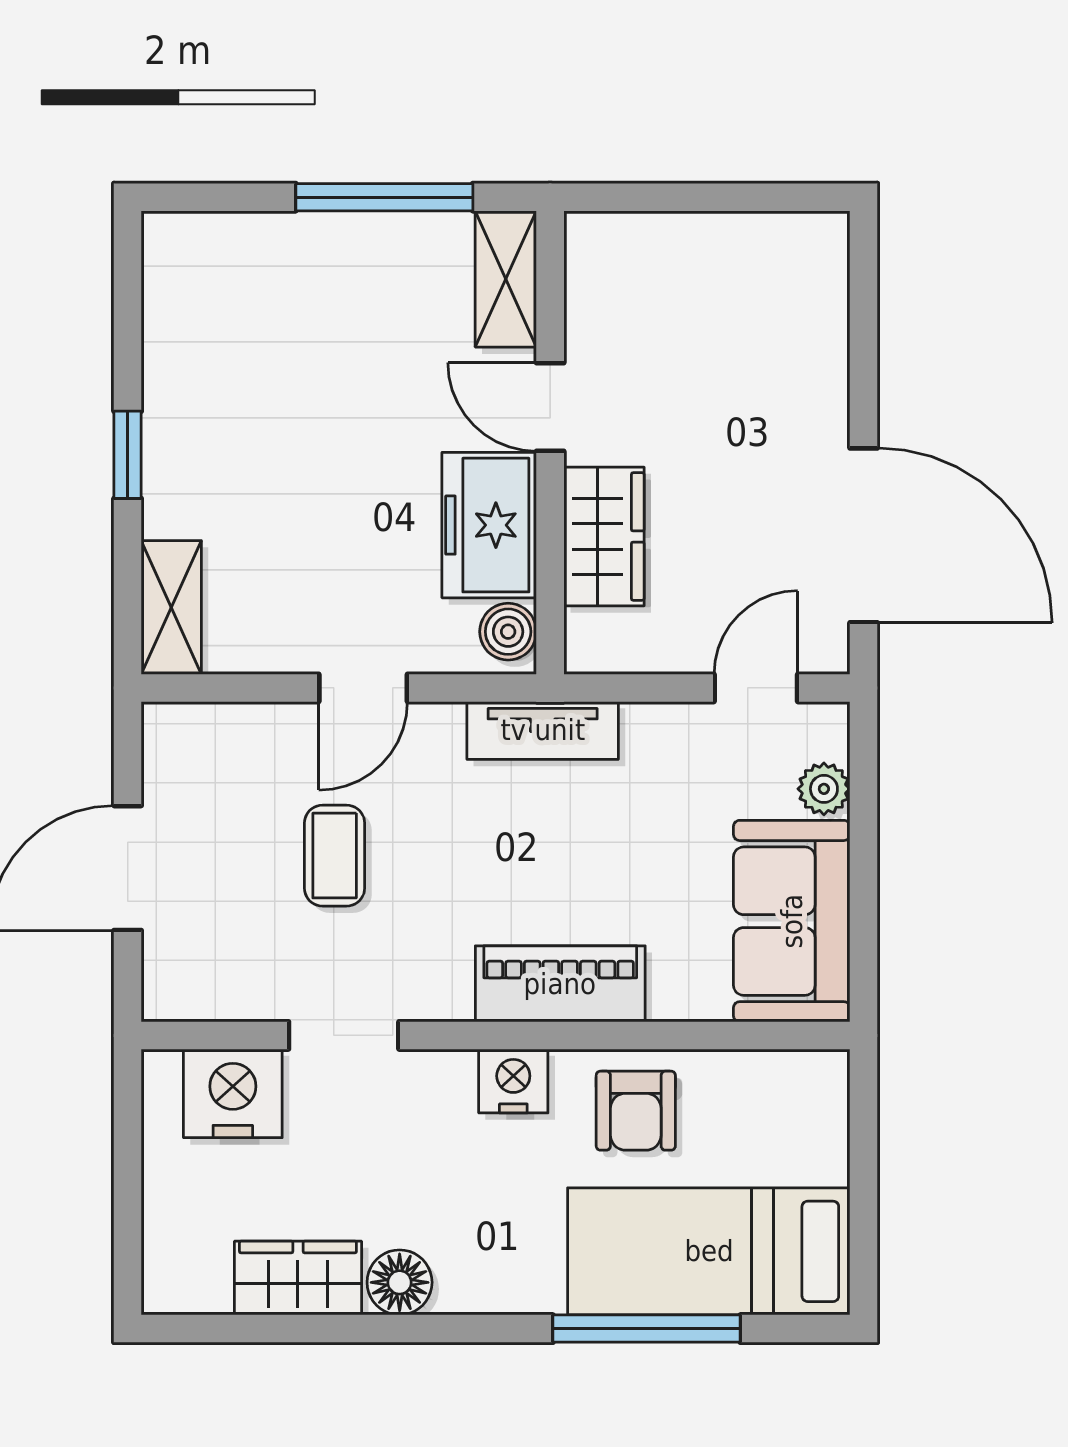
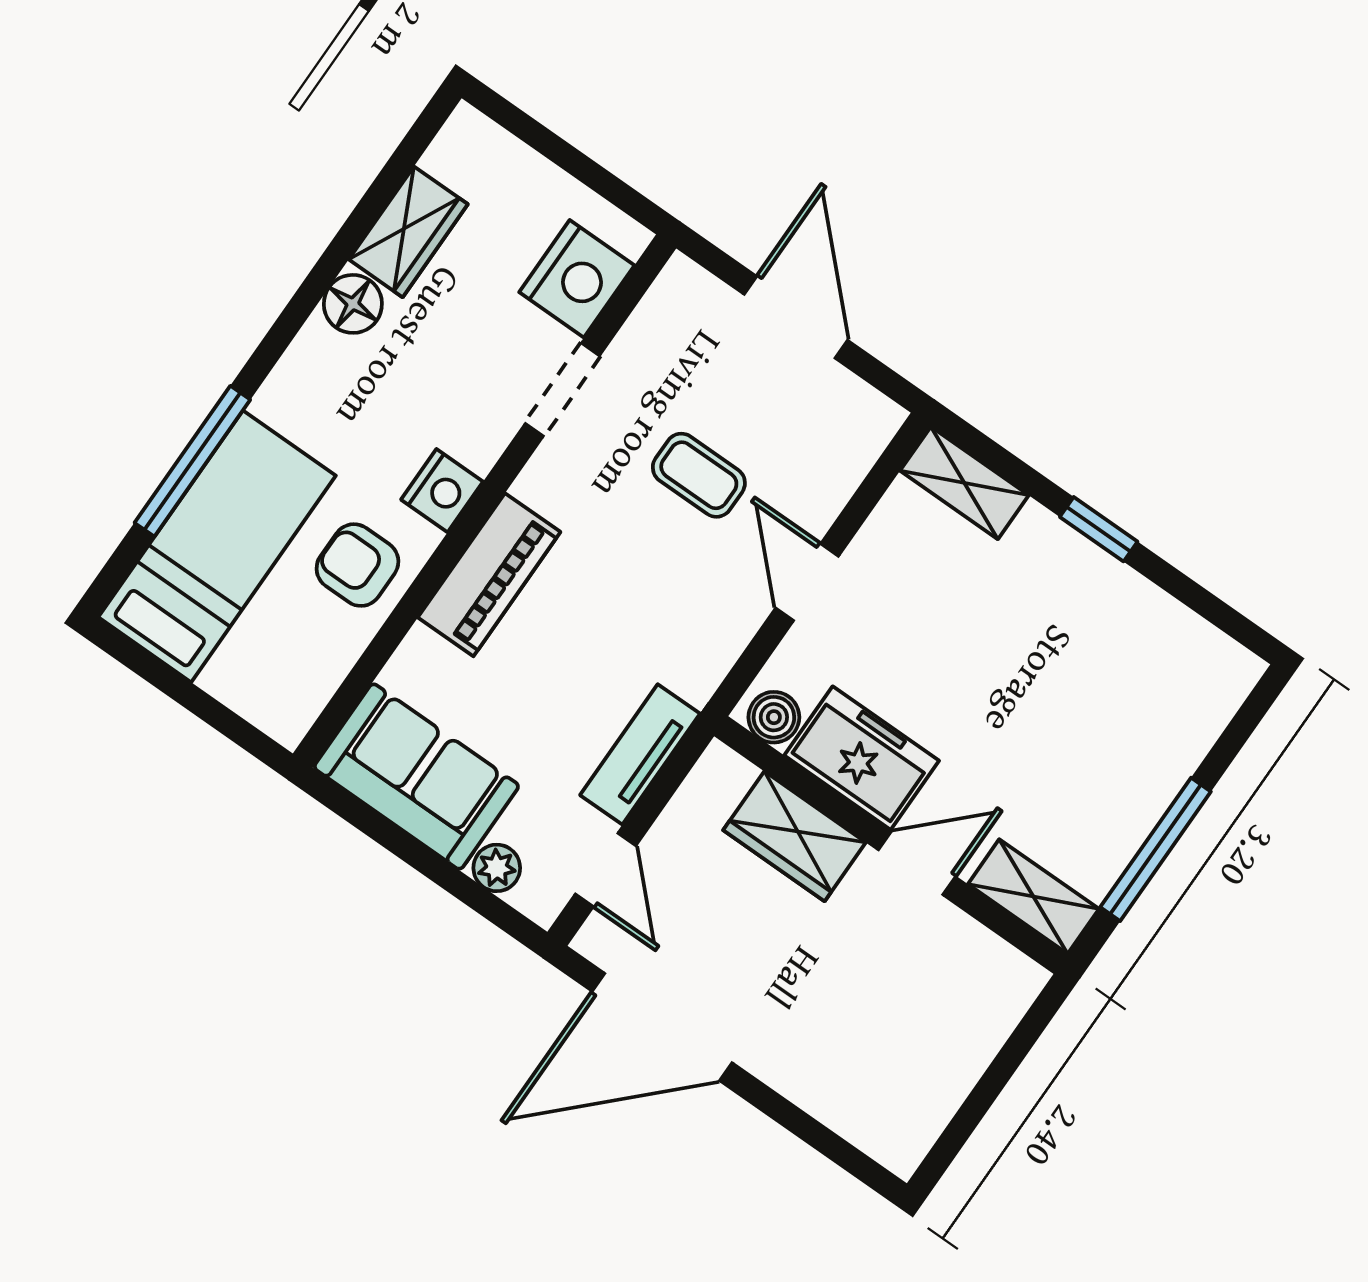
tv unit: (543, 730) -> (640, 754), moved

